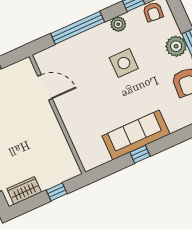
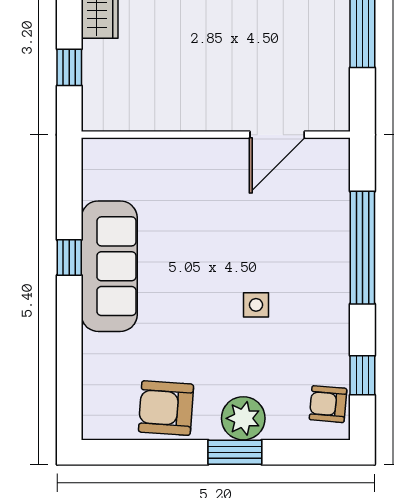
plant: (118, 24) -> (334, 328), removed
side table: (124, 63) -> (256, 305), width x0.54, depth x0.54

